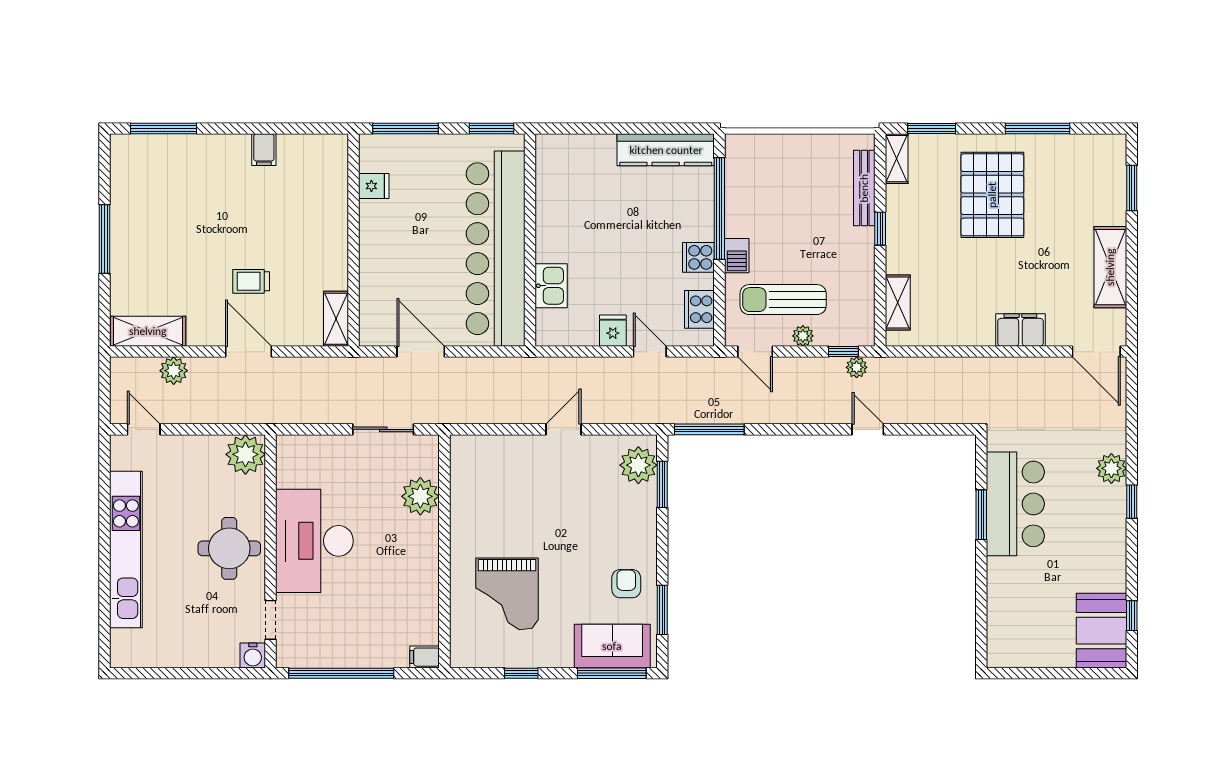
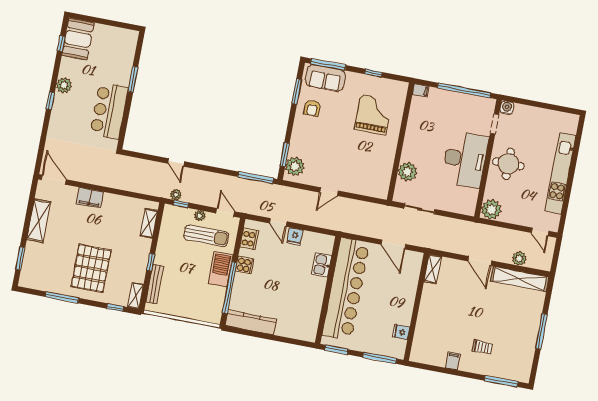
window: (932, 128) -> (115, 308), width x0.67
barbecue: (737, 256) -> (221, 269), width x1.88, depth x1.53
trolley: (251, 281) -> (482, 347), moved
shelving: (148, 331) -> (520, 279), width x1.47
plant: (1111, 468) -> (64, 85), moved
window: (981, 515) -> (133, 79), moved

